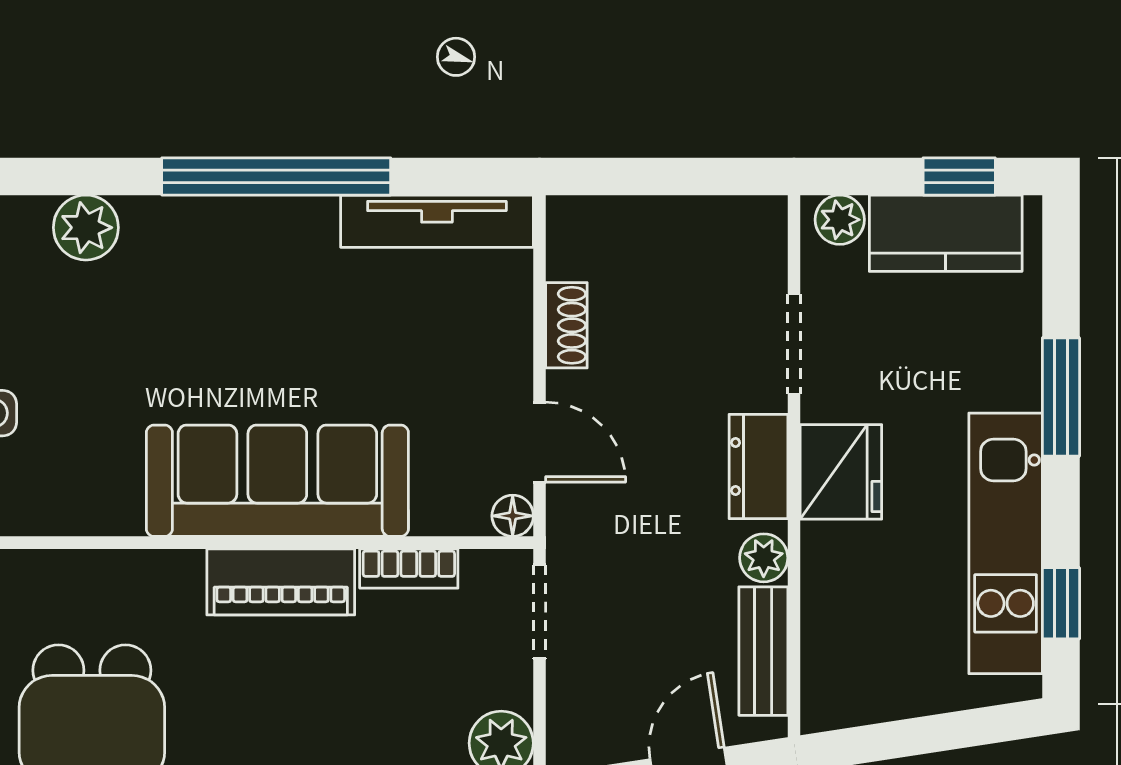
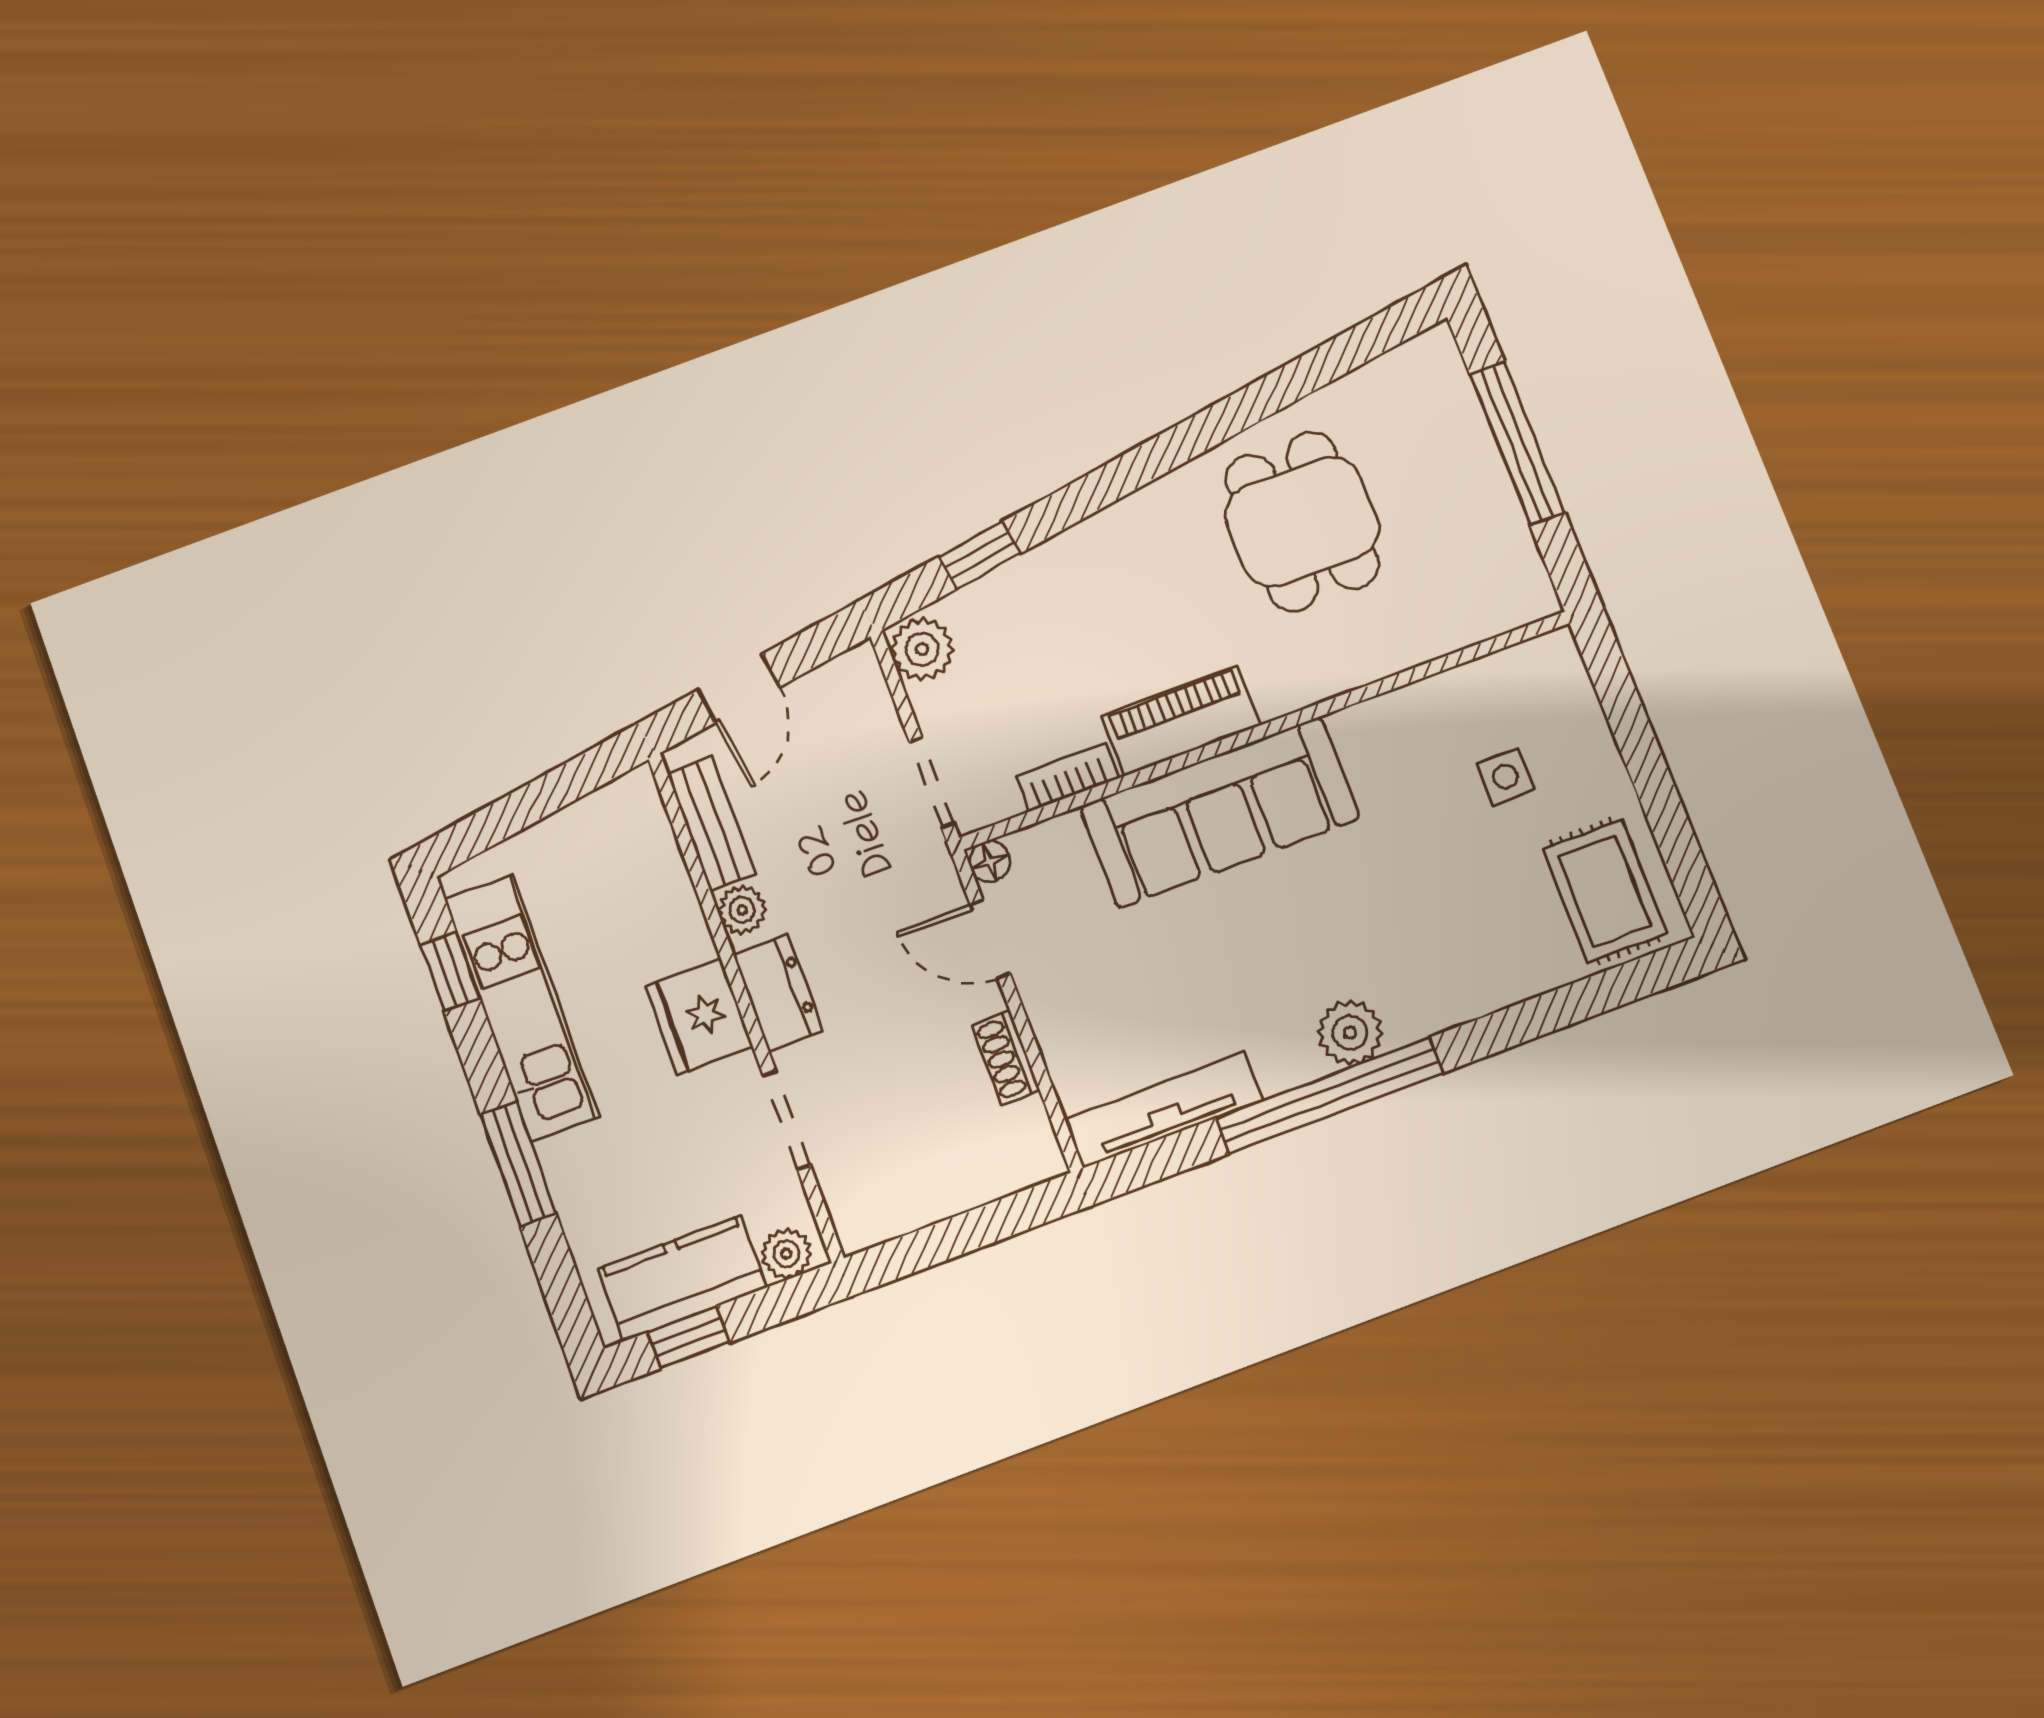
plant: (86, 228) -> (1350, 1033), moved

